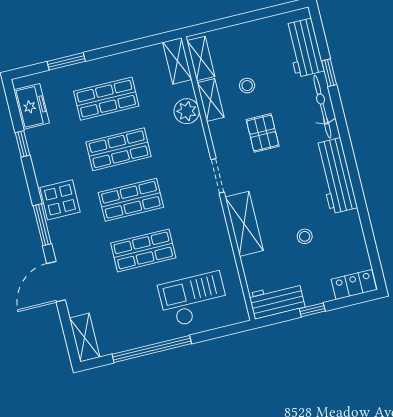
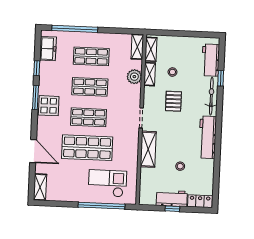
window: (66, 61) -> (75, 29), width x2.11
window: (42, 225) -> (35, 98), moved
shop shelf: (143, 250) -> (87, 148), width x1.43, depth x1.36
door: (56, 282) -> (33, 151), swing flipped
workbench: (277, 300) -> (172, 198), moved
window: (152, 349) -> (101, 206), moved

